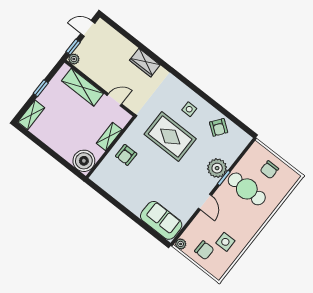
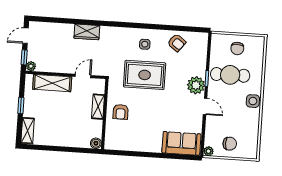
boiler: (84, 161) -> (96, 143), width x0.54, depth x0.54
plant: (217, 168) -> (196, 85), moved
side table: (225, 242) -> (253, 101), moved

